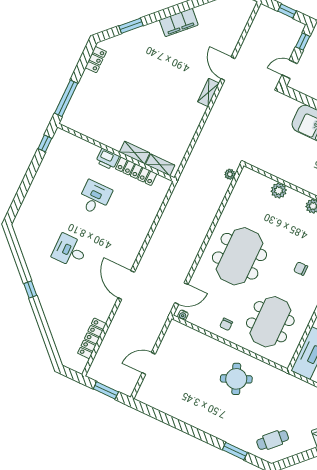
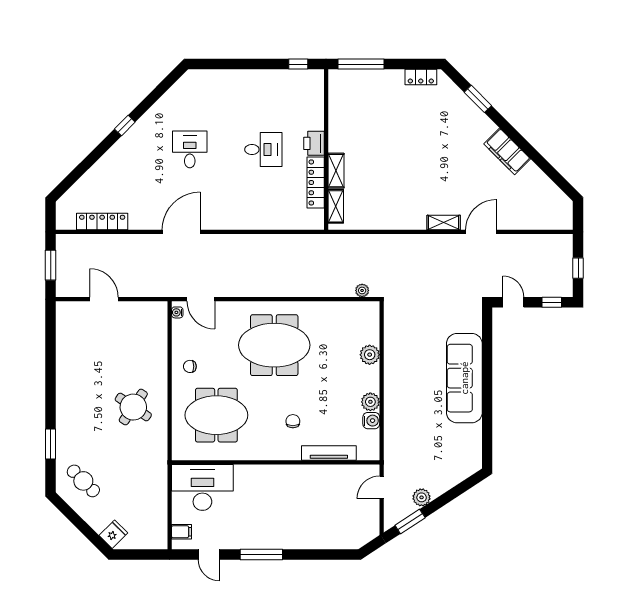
round table: (236, 379) -> (133, 407), turned -33

